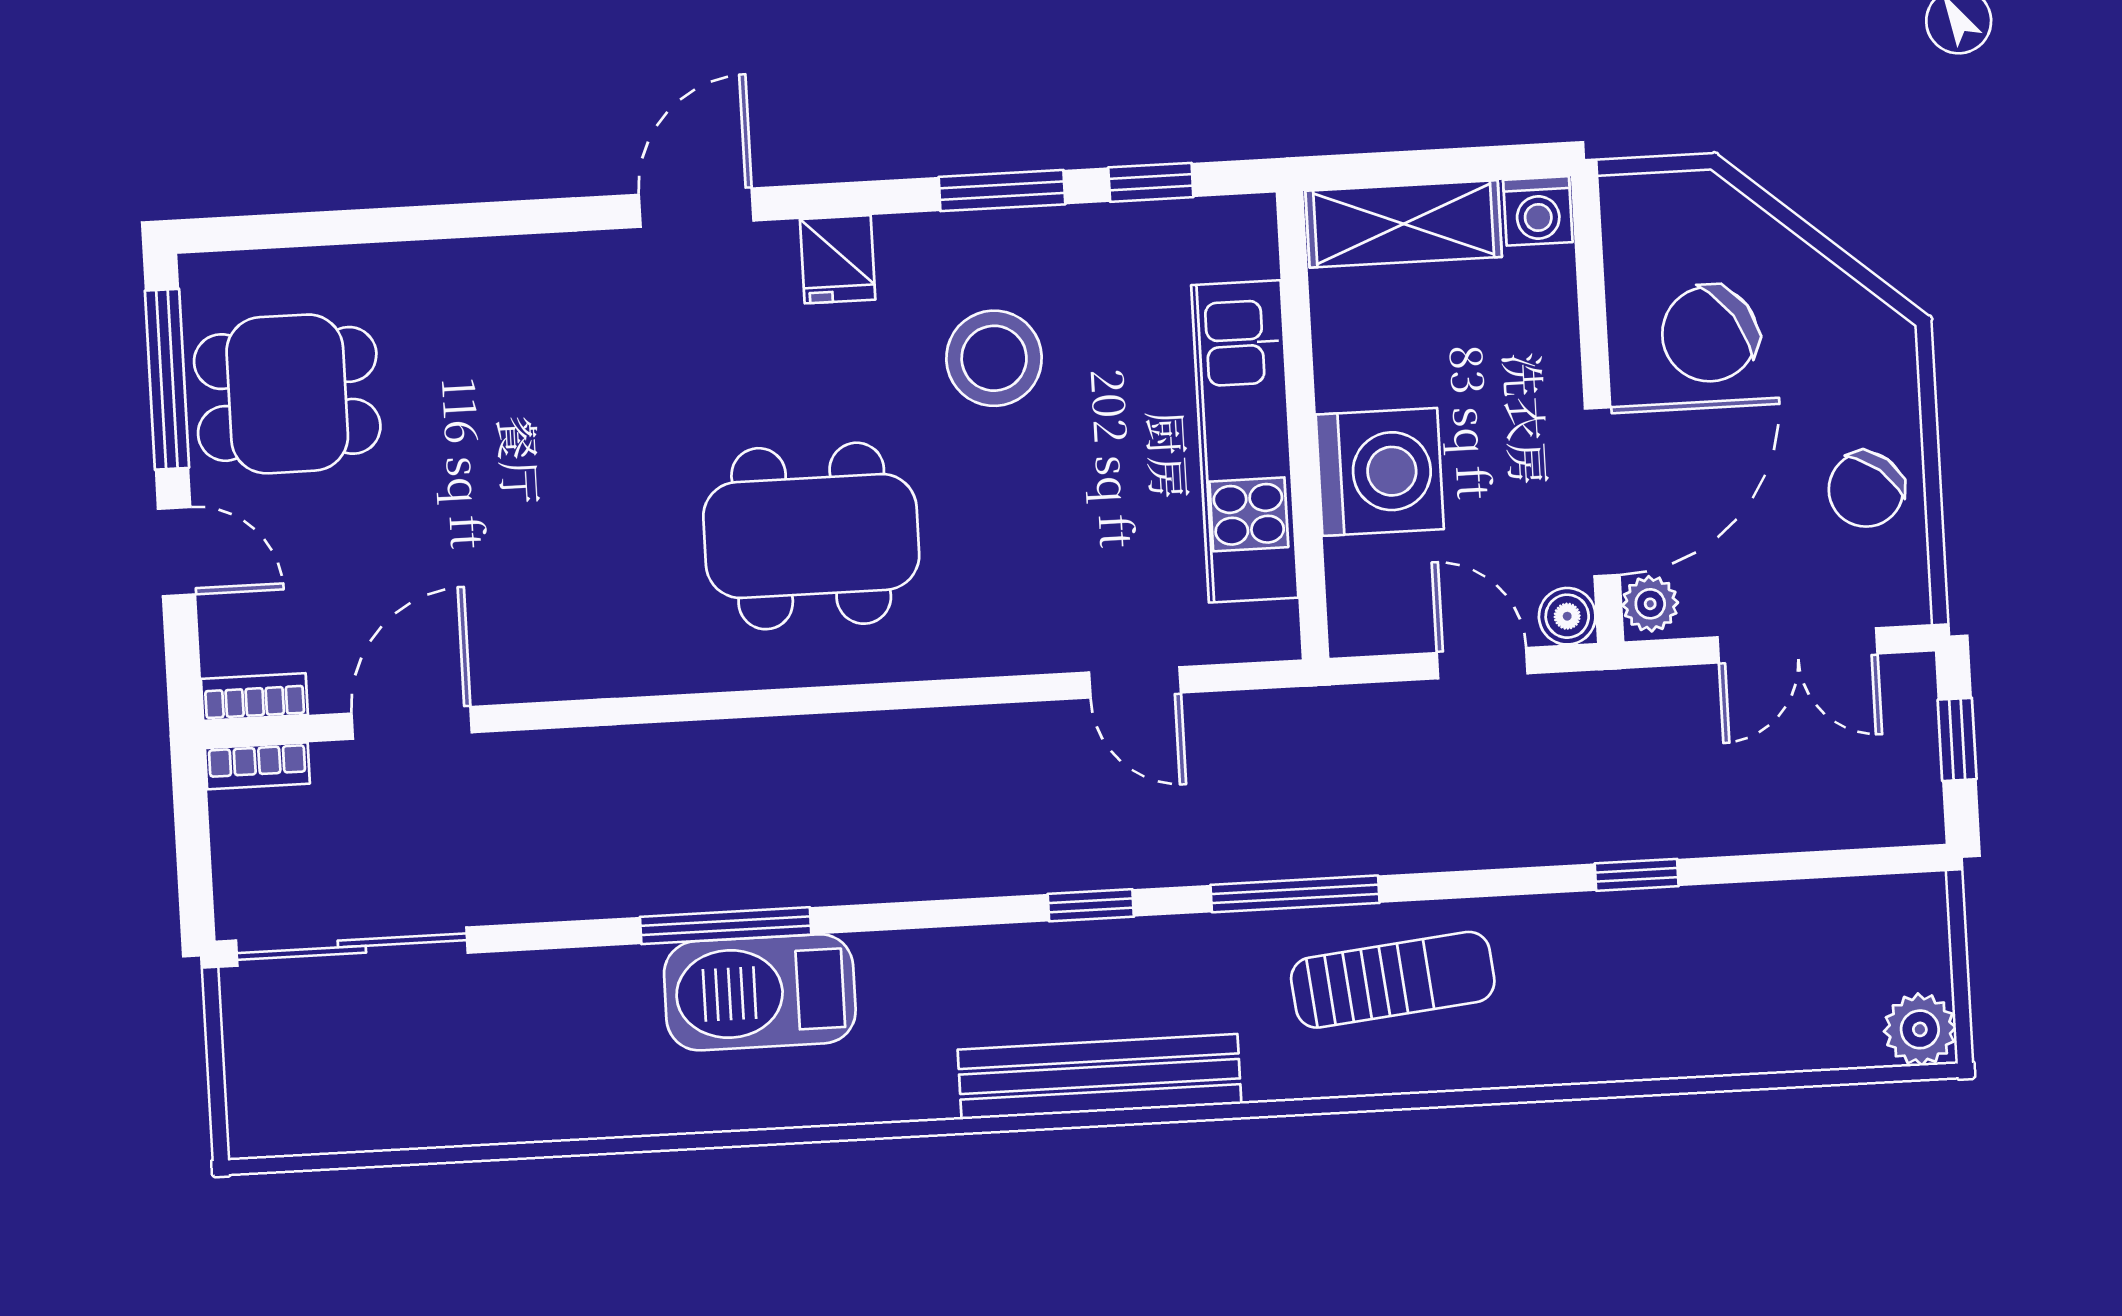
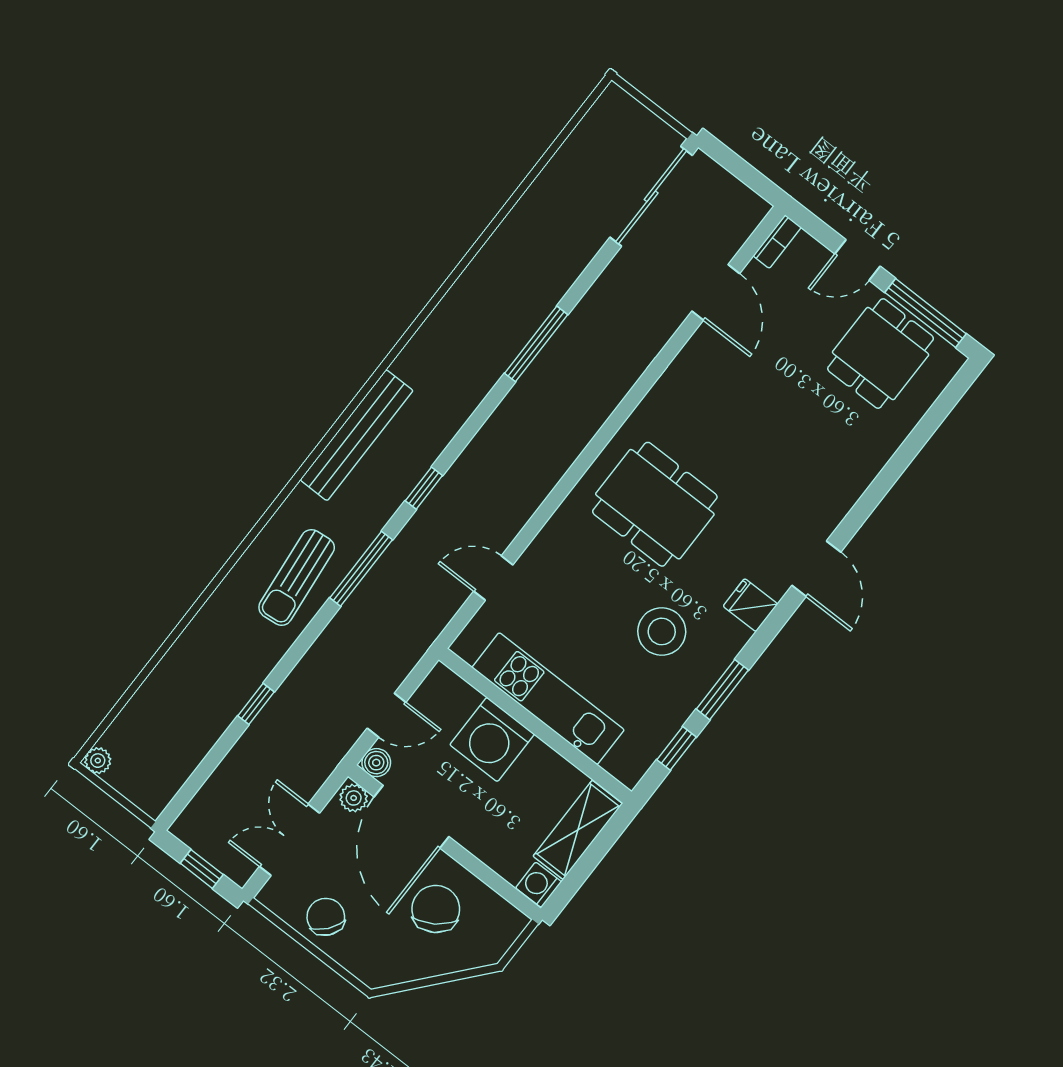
dining table: (811, 536) -> (655, 504), turned 90
bookcase: (257, 766) -> (750, 220), removed
barbecue: (760, 992) -> (500, 335), removed
plant: (1920, 1029) -> (98, 761), width x0.73, depth x0.73

